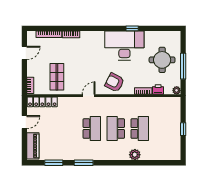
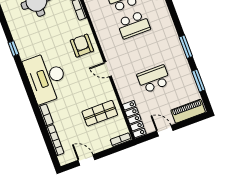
desk: (124, 46) -> (46, 78), moved
armchair: (115, 82) -> (82, 46), turned 153
school desk: (92, 129) -> (154, 79), moved

